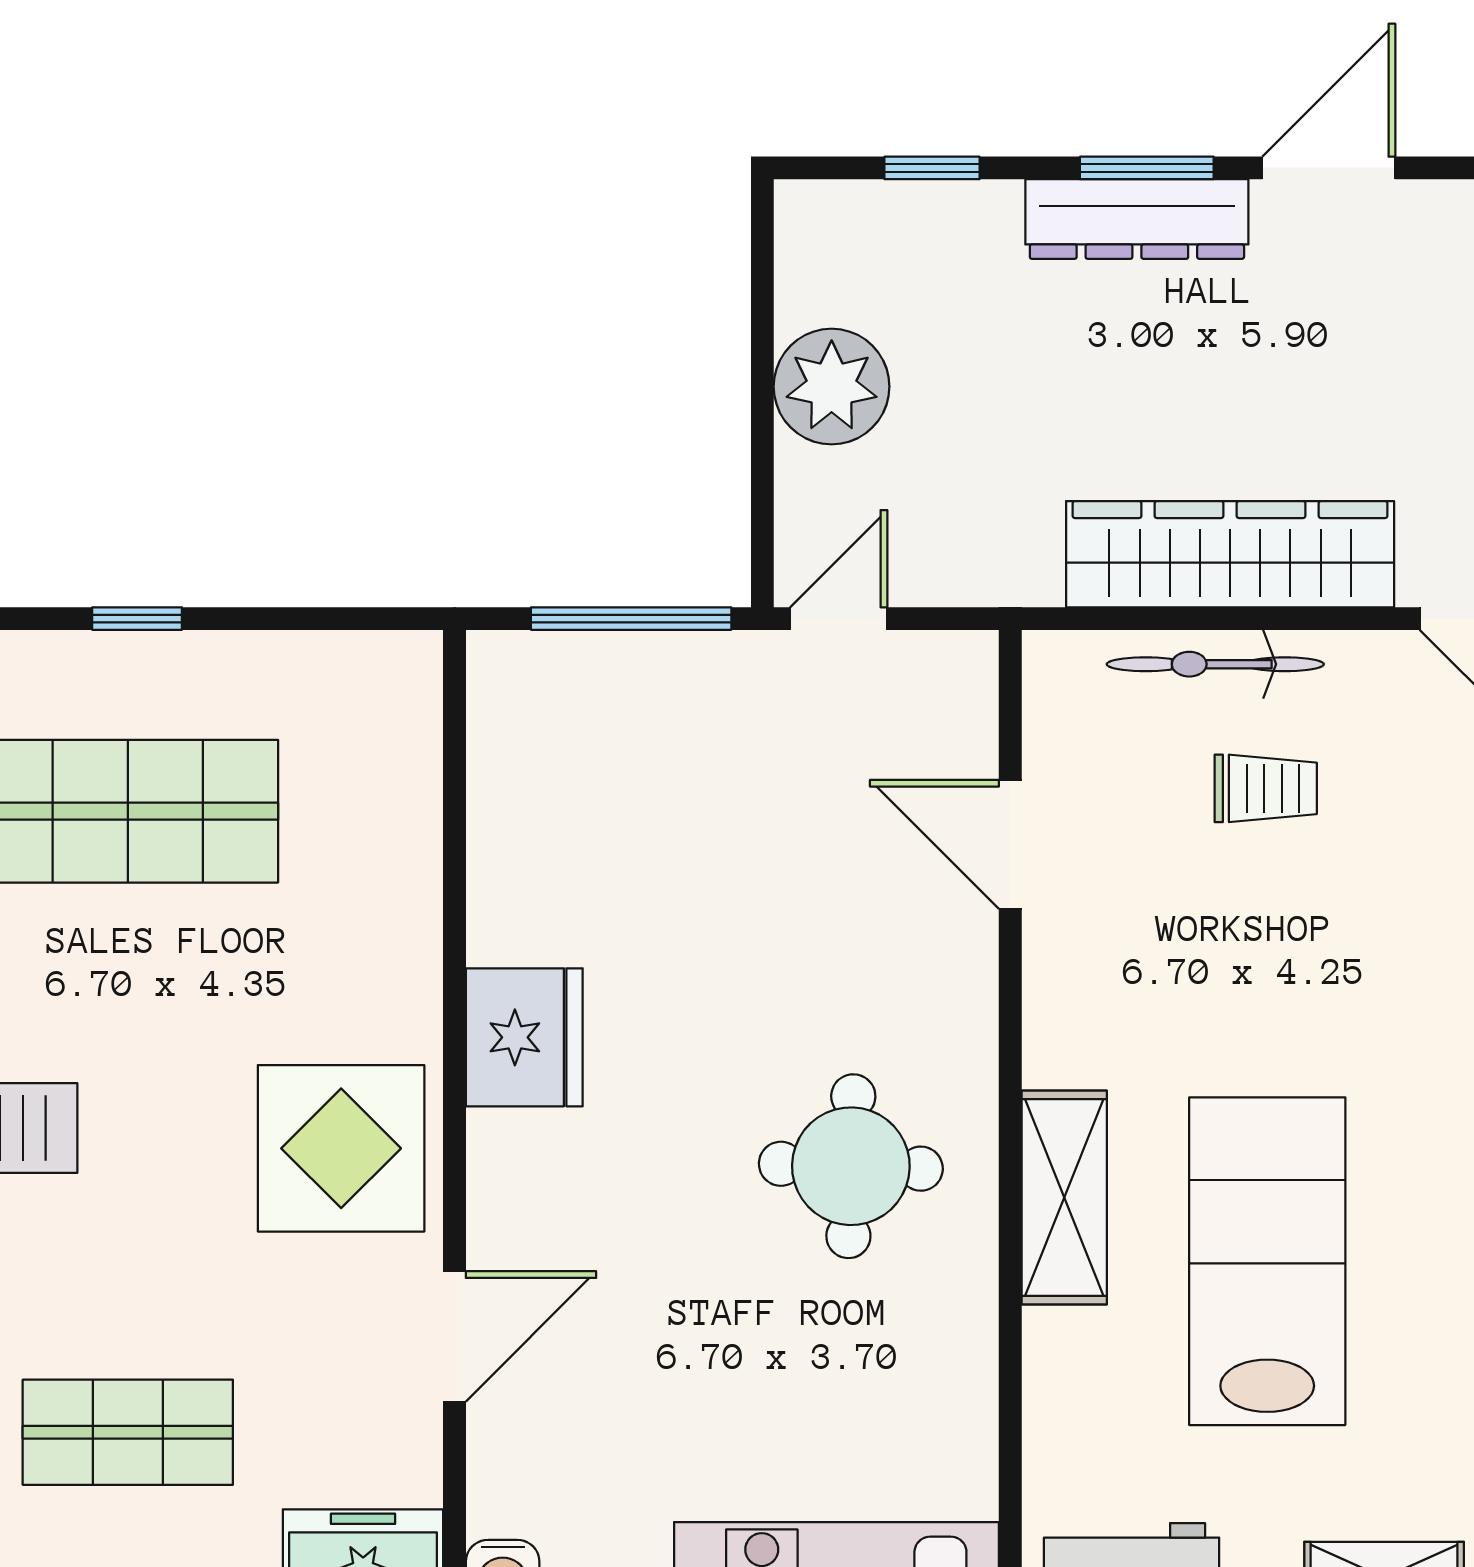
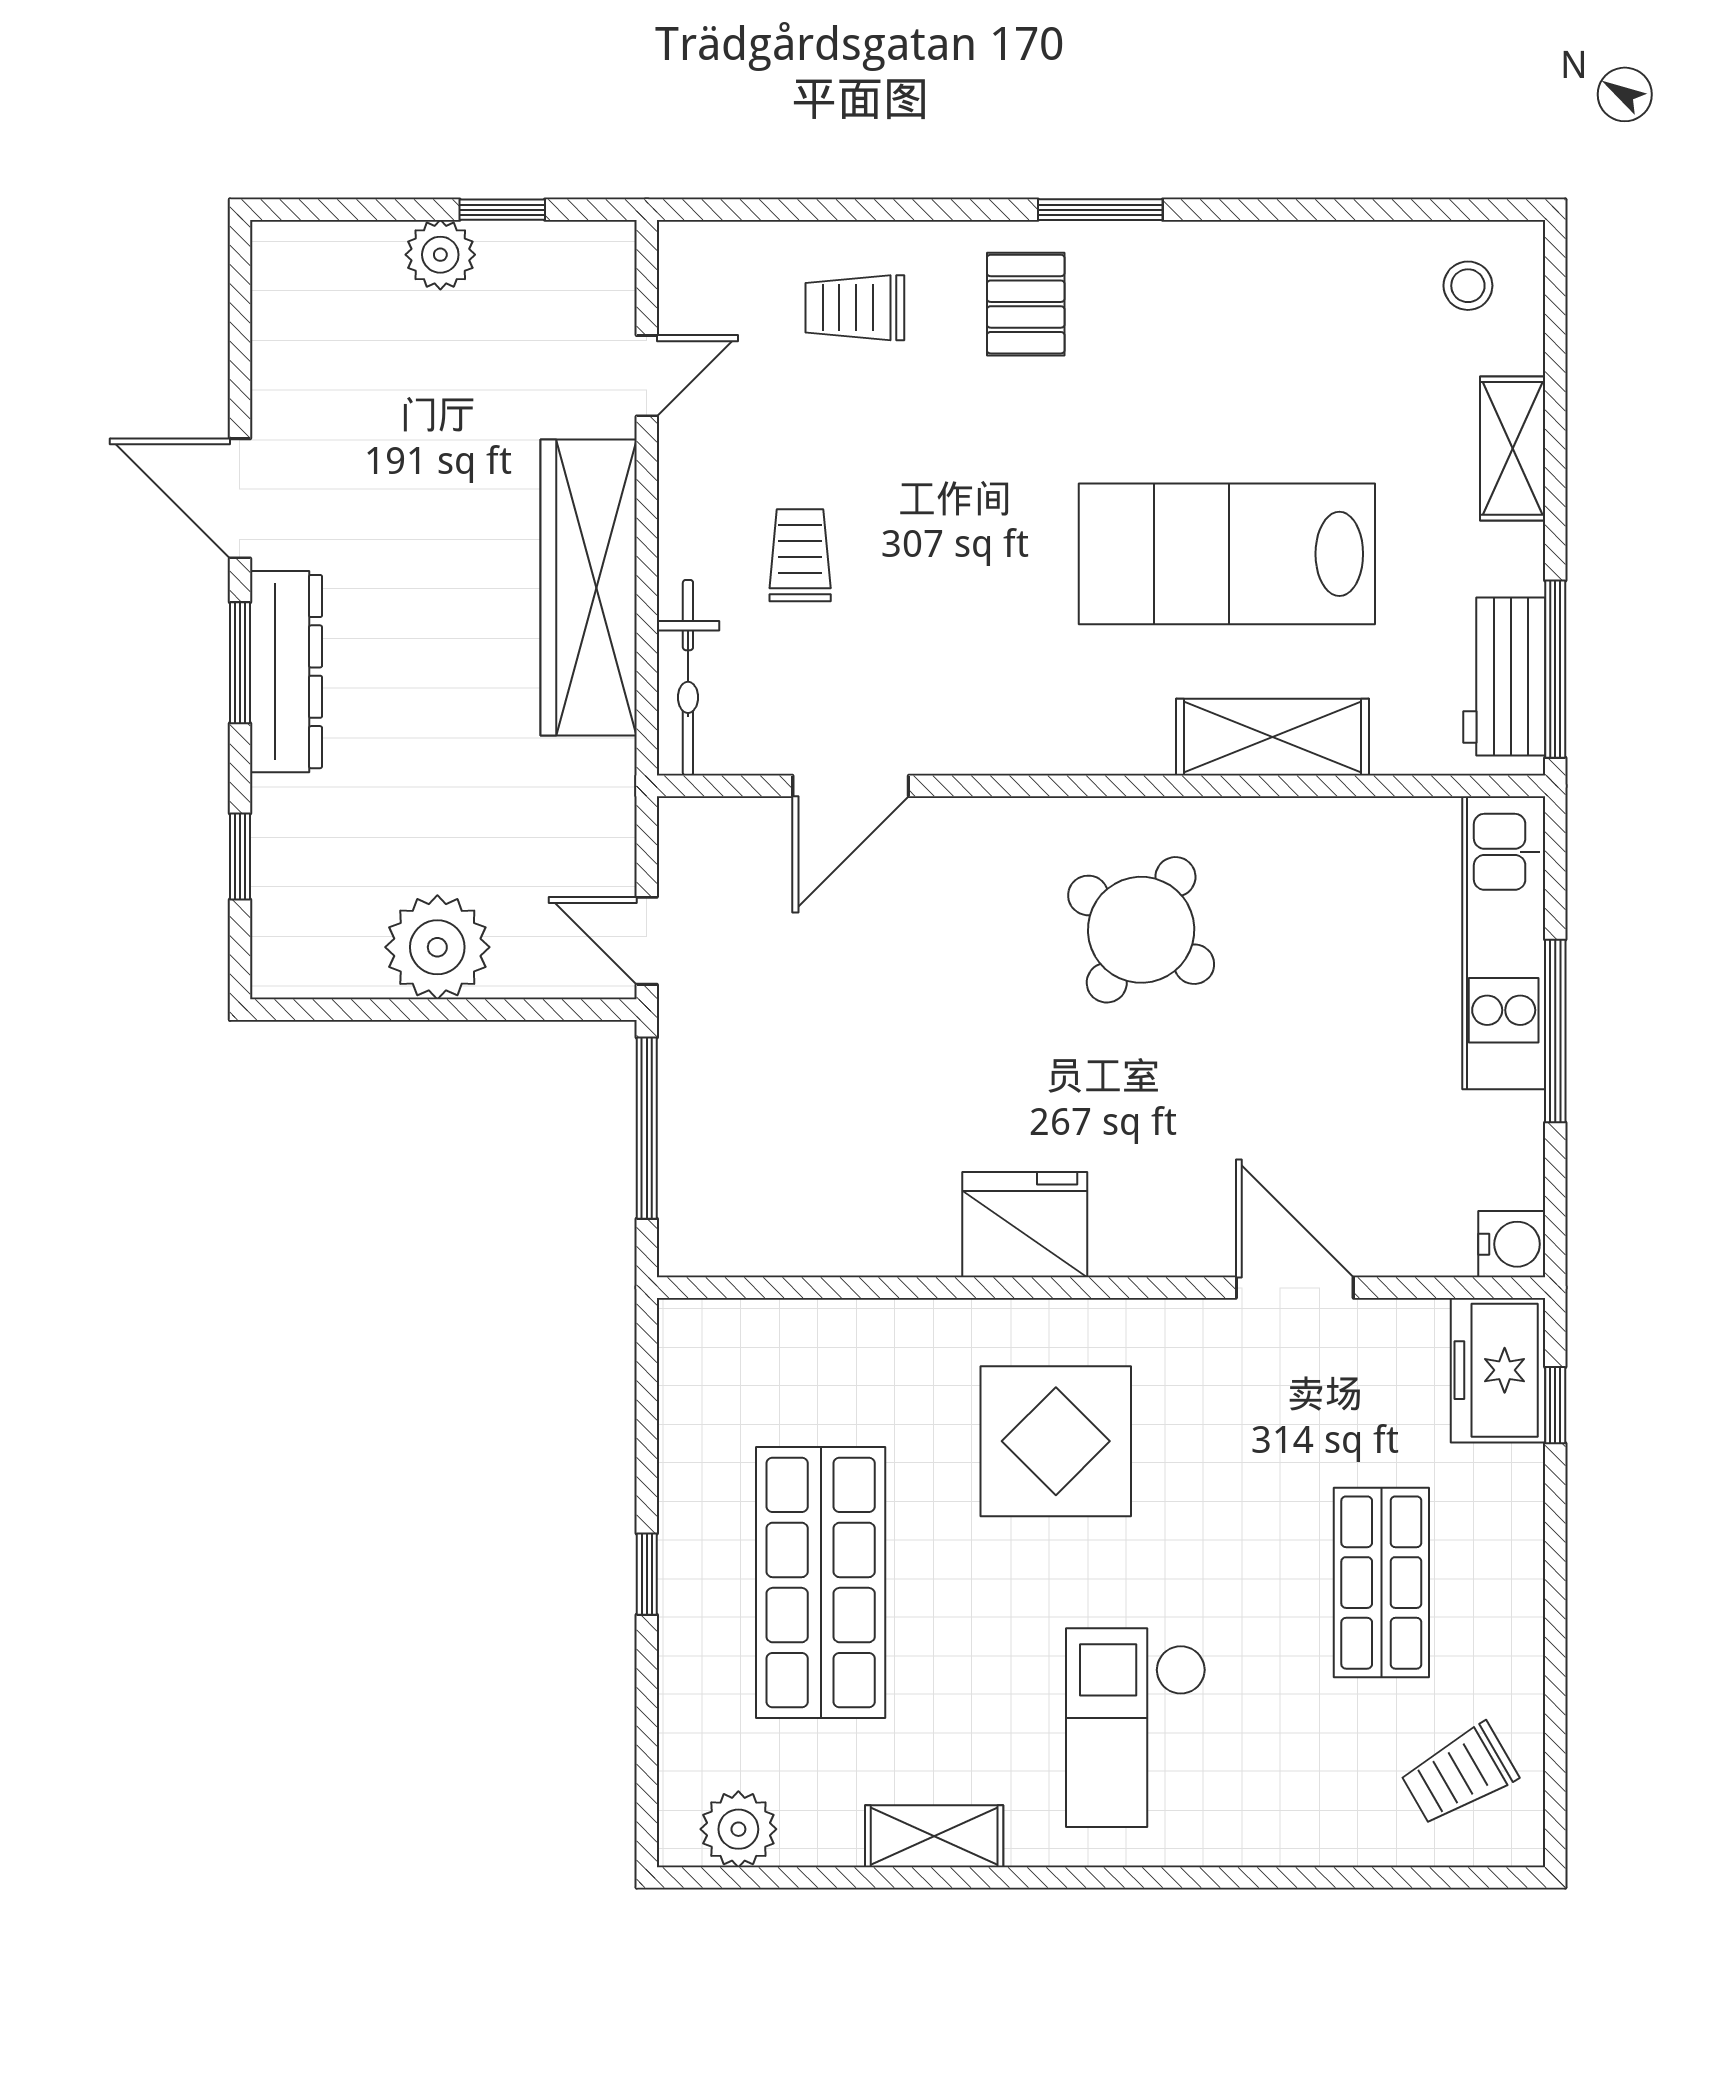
bicycle: (1215, 664) -> (688, 678), moved
display table: (341, 1148) -> (1056, 1441), moved
round table: (851, 1166) -> (1141, 930), turned 31
shelving: (1064, 1197) -> (1273, 737), moved

